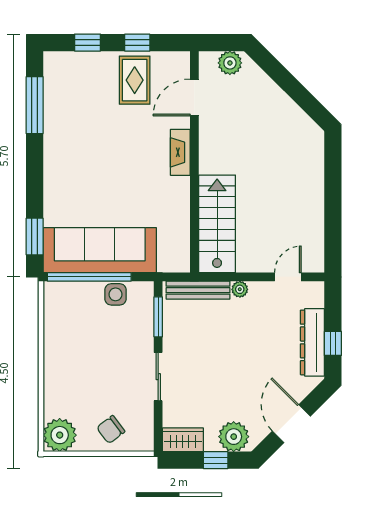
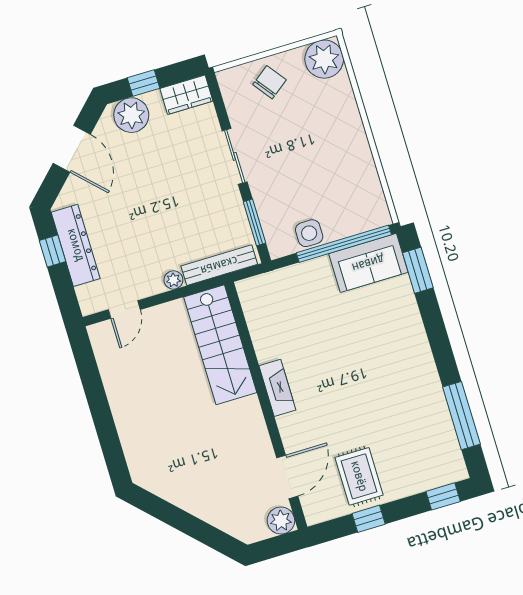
window: (88, 43) -> (443, 496), moved
plant: (230, 63) -> (281, 521), moved
fireplace: (180, 152) -> (277, 388), moved
sofa: (100, 250) -> (368, 263), width x0.54, depth x0.79

